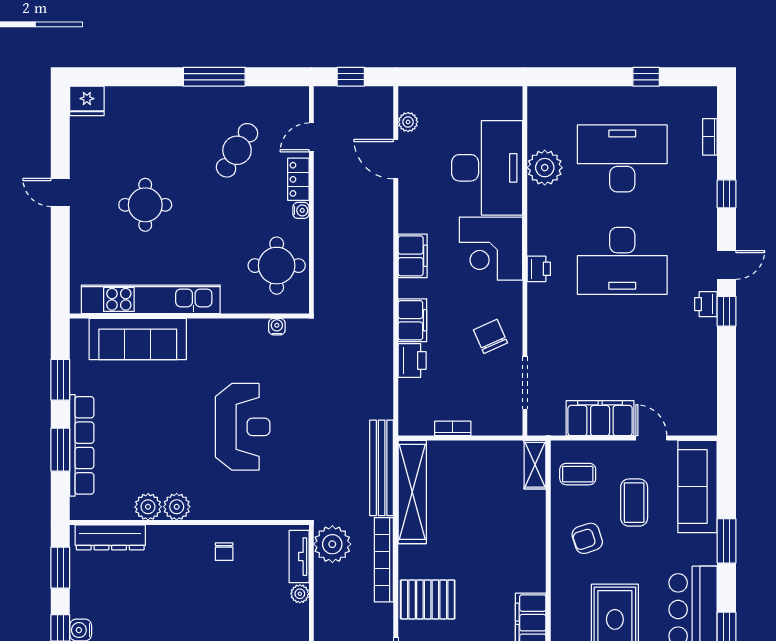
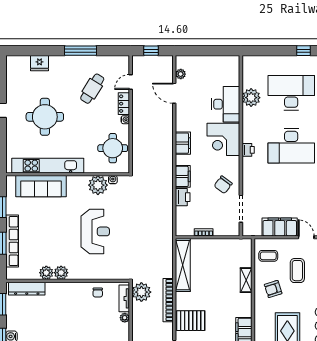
fridge: (87, 101) -> (39, 63), moved
desk: (487, 168) -> (226, 104), width x0.73, depth x0.77
round table: (145, 205) -> (45, 117), width x1.36, depth x1.36
chair: (490, 336) -> (223, 185), turned -119
plant: (248, 337) -> (98, 185), added
shelving: (535, 465) -> (246, 280), moved
bench: (382, 468) -> (167, 253), removed
chair: (224, 552) -> (98, 293), moved

